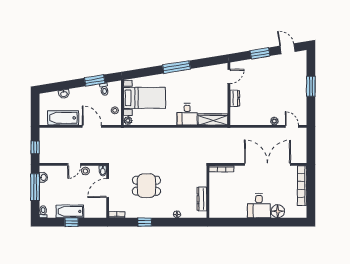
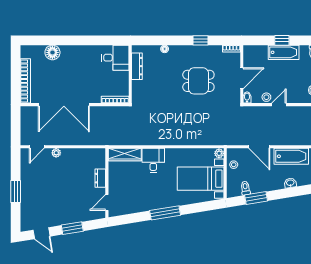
door: (292, 126) -> (37, 147), hinge flipped
desk: (259, 206) -> (115, 58), moved, turned 90

